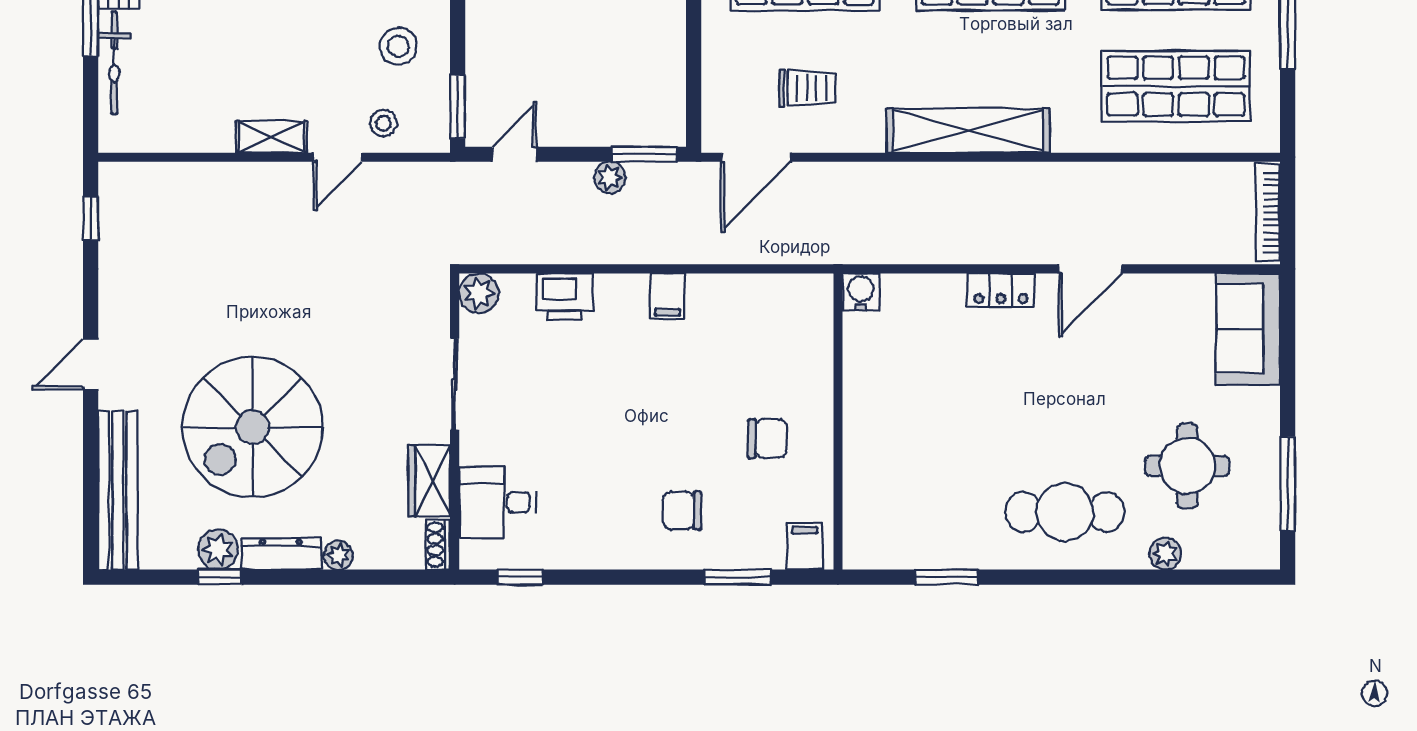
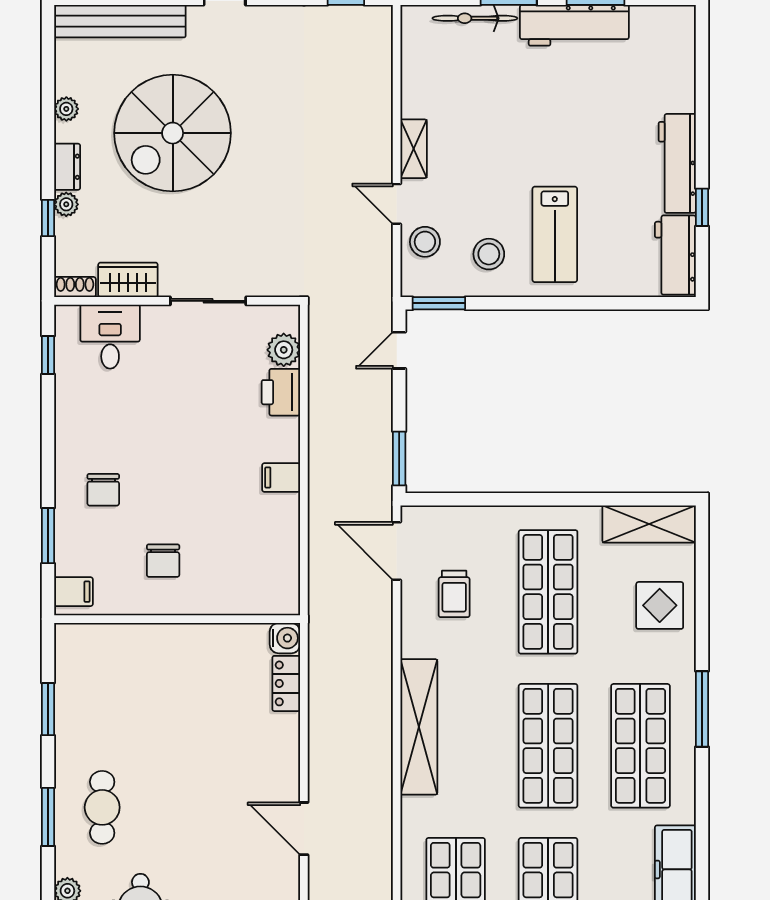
stool: (383, 123) -> (425, 242), width x1.37, depth x1.37
door: (514, 154) -> (399, 350), swing flipped
plant: (610, 177) -> (380, 430), removed
locker: (1001, 290) -> (286, 683), moved
plant: (479, 293) -> (284, 350), moved
spiral stairs: (252, 427) -> (173, 133), turned -90
chair: (682, 511) -> (103, 490), turned 180
cafe table: (1065, 512) -> (102, 807), width x0.73, depth x0.74
plant: (218, 550) -> (66, 109), width x0.73, depth x0.73
dresser: (281, 554) -> (67, 167), width x0.70
window: (220, 577) -> (48, 218), moved
window: (1076, 577) -> (48, 817), added

